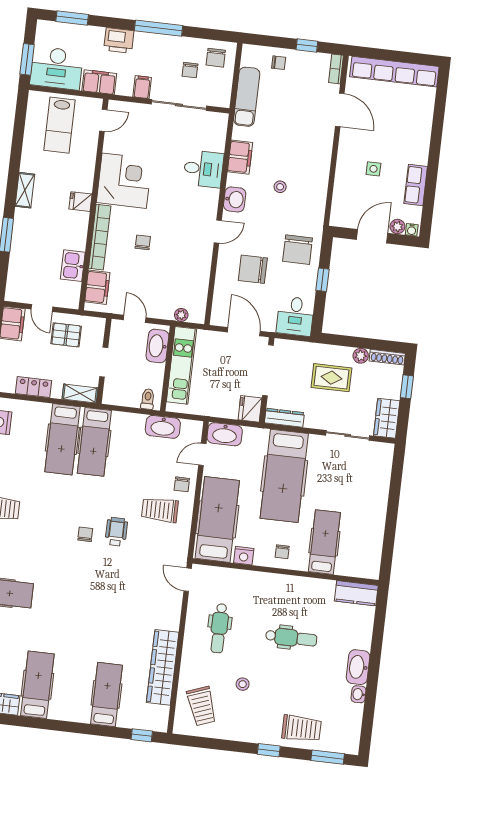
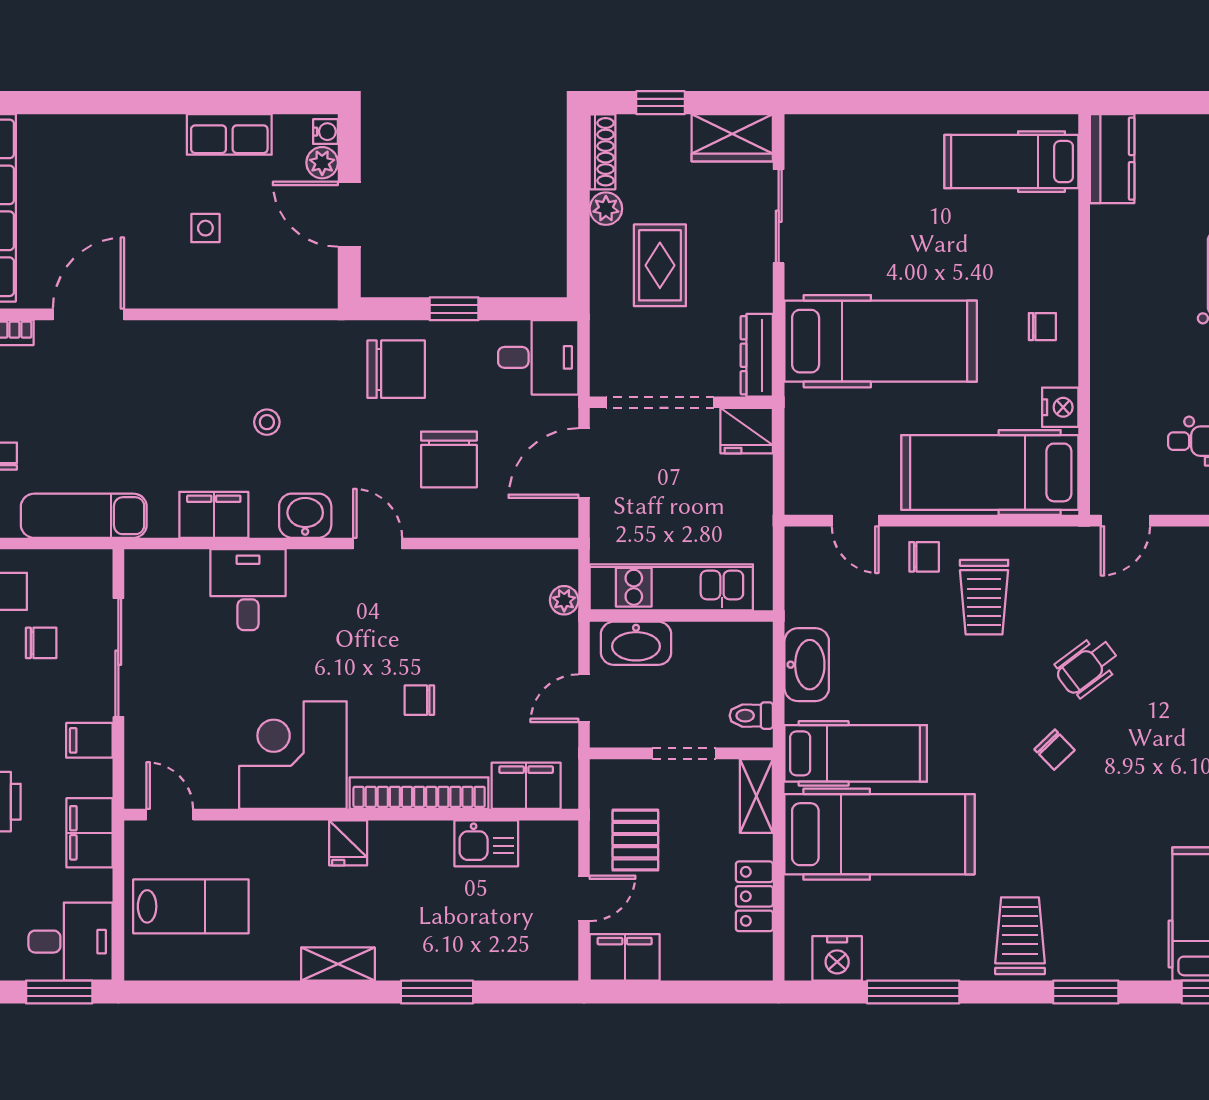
desk: (57, 68) -> (71, 942), width x0.73
toilet: (148, 399) -> (751, 716), moved
washbasin: (163, 427) -> (807, 665), moved
washbasin: (225, 434) -> (807, 478), removed
hospital bed: (62, 439) -> (879, 834), width x1.37, depth x1.29
wheelchair: (116, 532) -> (1087, 667), moved, turned -37
chair: (85, 534) -> (1055, 750), turned -134
hospital bed: (324, 542) -> (1011, 162), moved

